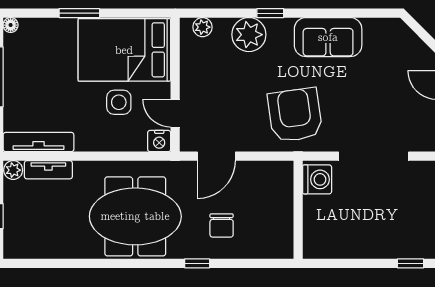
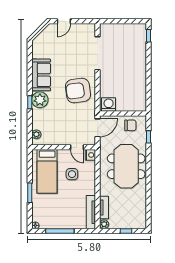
plant: (249, 35) -> (40, 100), moved
bed: (124, 50) -> (47, 171), width x0.67
door: (175, 113) -> (77, 147), hinge flipped
door: (216, 156) -> (98, 128), hinge flipped
washing machine: (317, 179) -> (109, 104), moved
wall: (298, 210) -> (123, 113), moved

